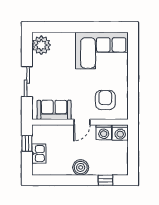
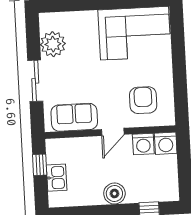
plant: (41, 45) -> (53, 44), moved

